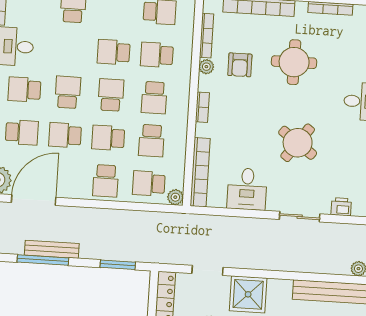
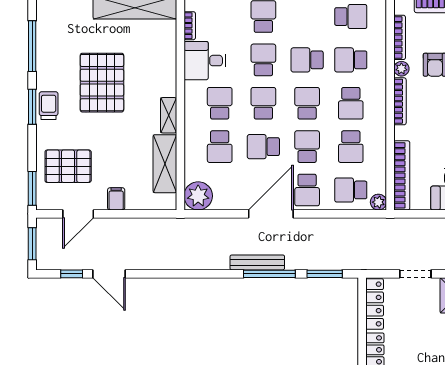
school desk: (70, 49) -> (263, 60), added
school desk: (24, 90) -> (220, 103), turned 90
bookcase: (202, 107) -> (400, 101), width x1.56
school desk: (22, 132) -> (220, 147), turned 90
school desk: (108, 138) -> (307, 147), turned 90
door: (34, 200) -> (271, 214), moved
window: (43, 260) -> (269, 274), moved

